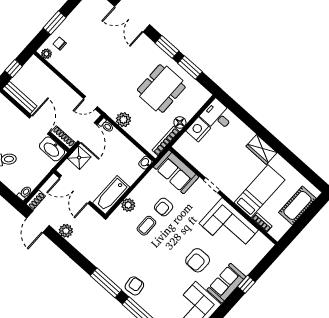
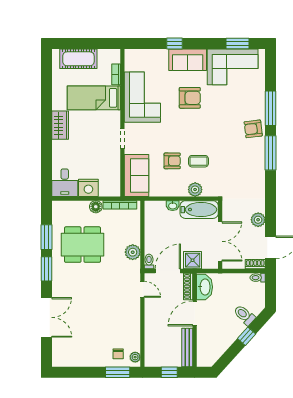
window: (54, 23) -> (118, 372), moved
washbasin: (145, 163) -> (173, 206), moved

